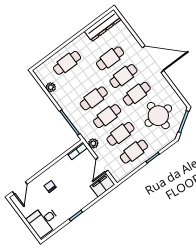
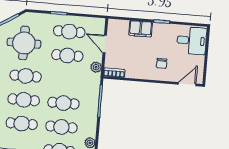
cafe table: (107, 116) -> (61, 127), moved
door: (102, 165) -> (105, 44), swing flipped
filing cabinet: (102, 185) -> (141, 29), moved

